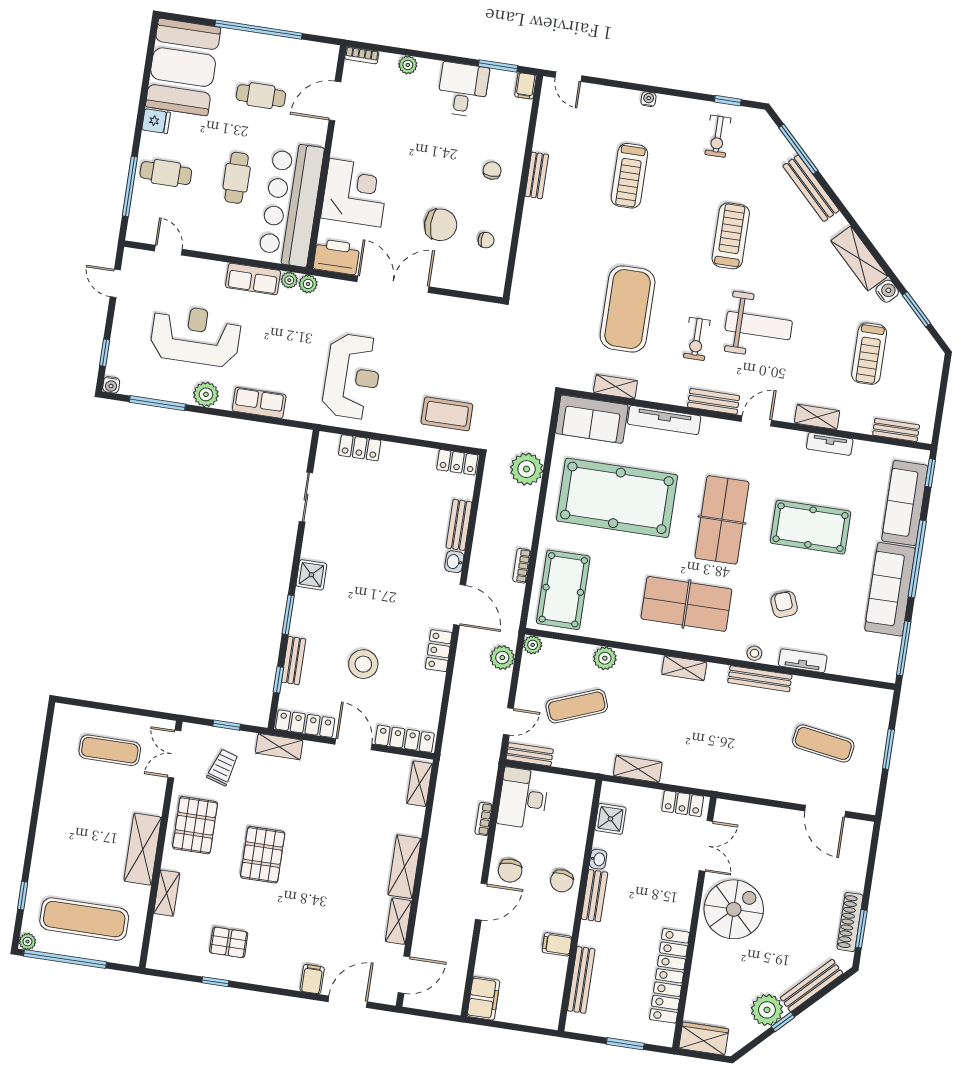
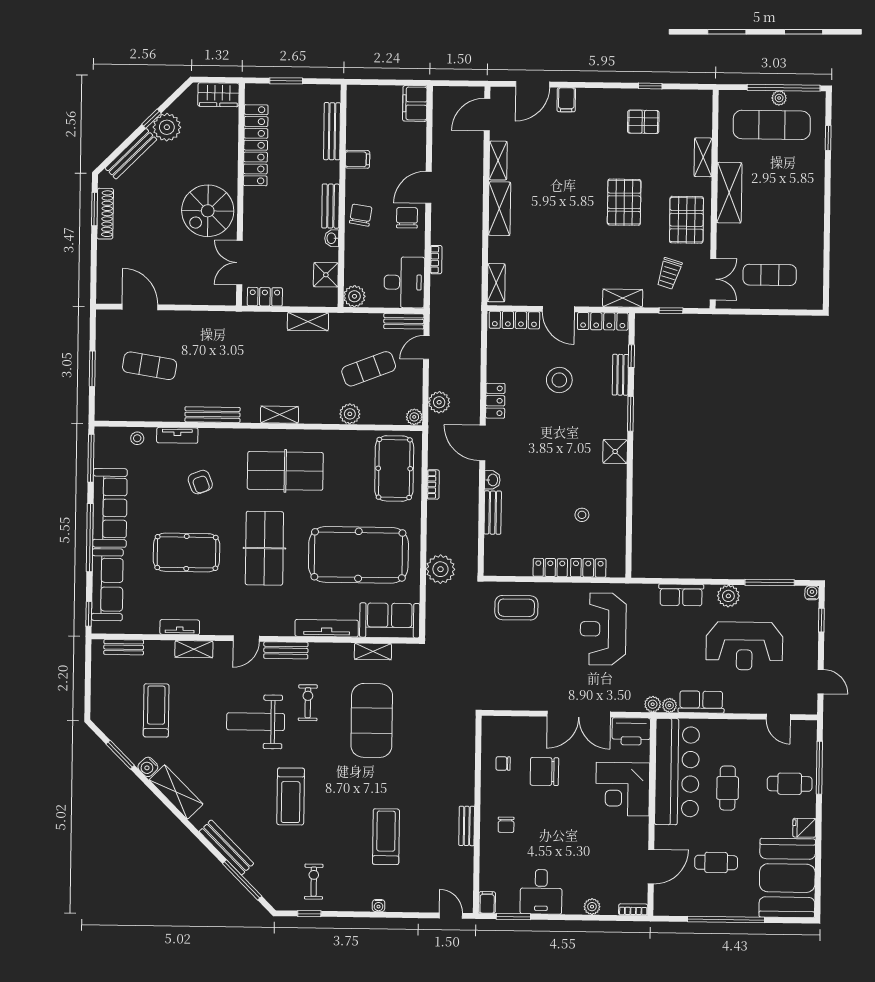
locker: (457, 462) -> (550, 567), moved
sliding door: (306, 497) -> (629, 518), removed
stool: (359, 509) -> (582, 515), added
stool: (754, 653) -> (137, 438), moved
plant: (581, 790) -> (354, 296), added
plant: (27, 942) -> (779, 98), moved

